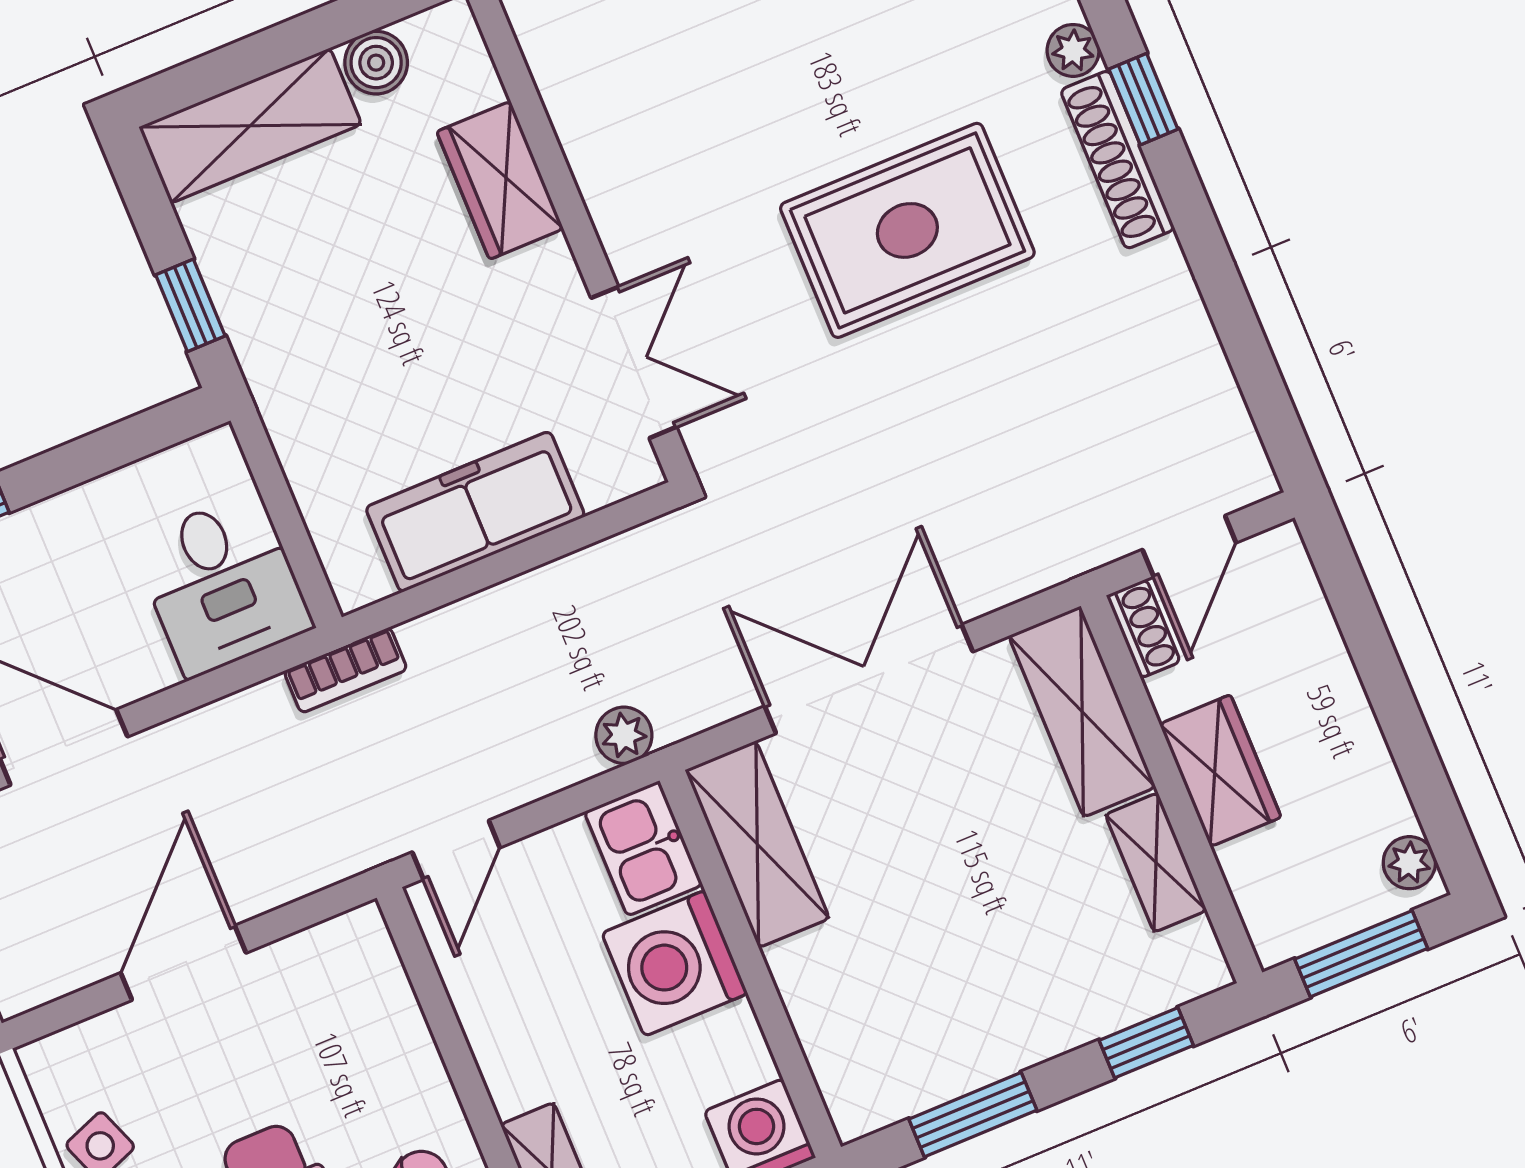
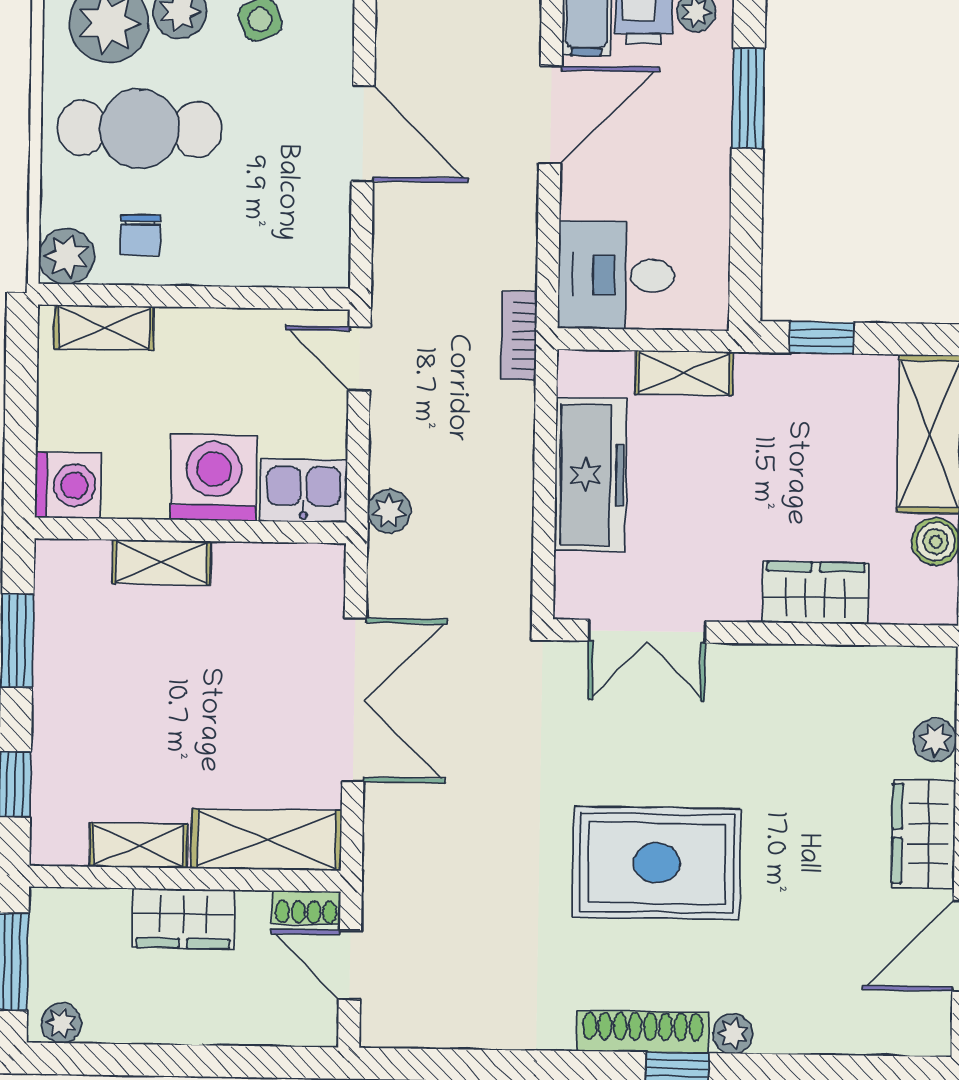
rug: (907, 230) -> (657, 863), turned 90
shelving: (304, 452) -> (684, 373), added
shelving: (757, 844) -> (161, 562), moved, width x0.67, depth x0.75

